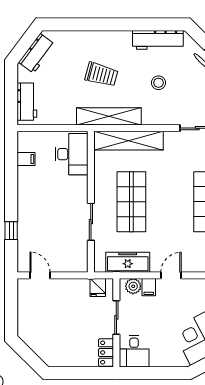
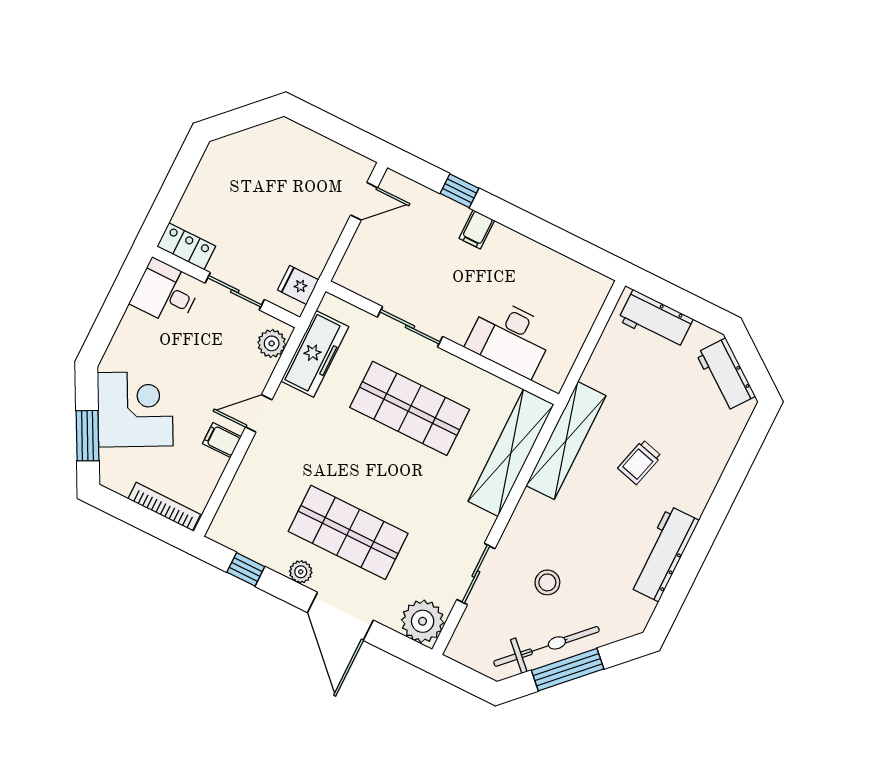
workbench: (158, 40) -> (664, 554), moved
trolley: (101, 74) -> (640, 462), width x0.73, depth x0.72
stool: (159, 83) -> (547, 582), moved
desk: (72, 154) -> (510, 338), moved
filing cabinet: (26, 159) -> (477, 229), moved
door: (171, 275) -> (259, 413), swing flipped
filing cabinet: (149, 287) -> (222, 440), moved

